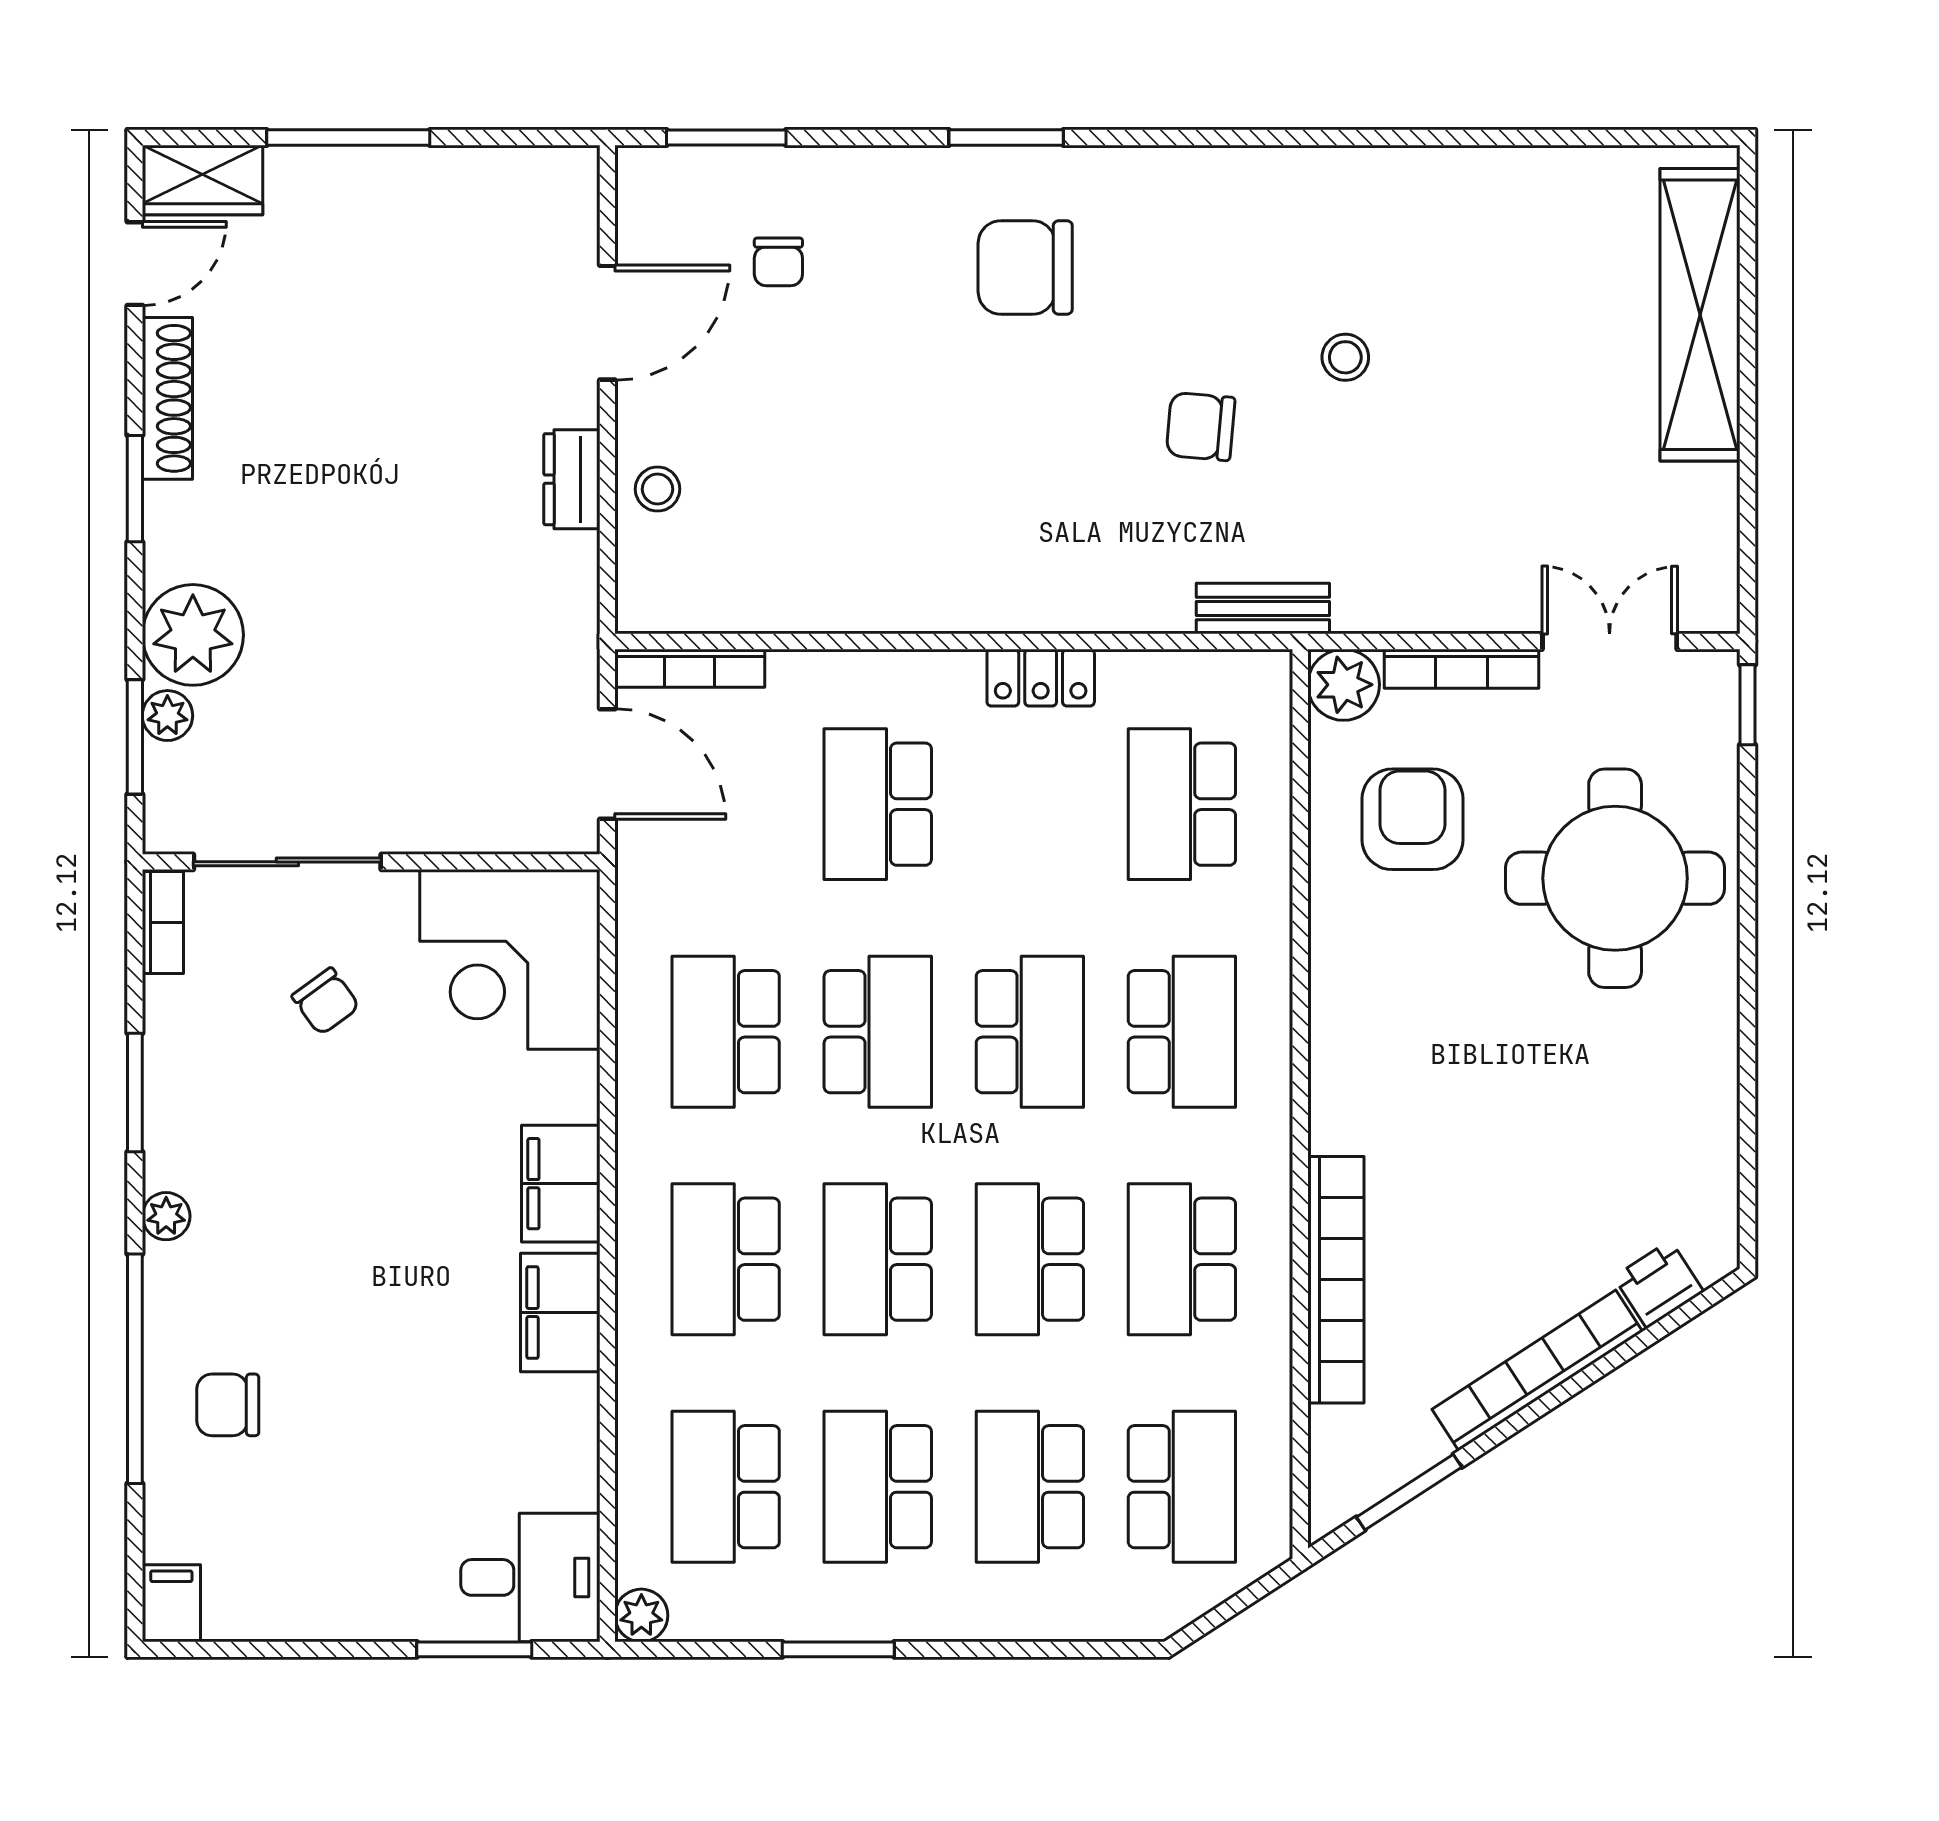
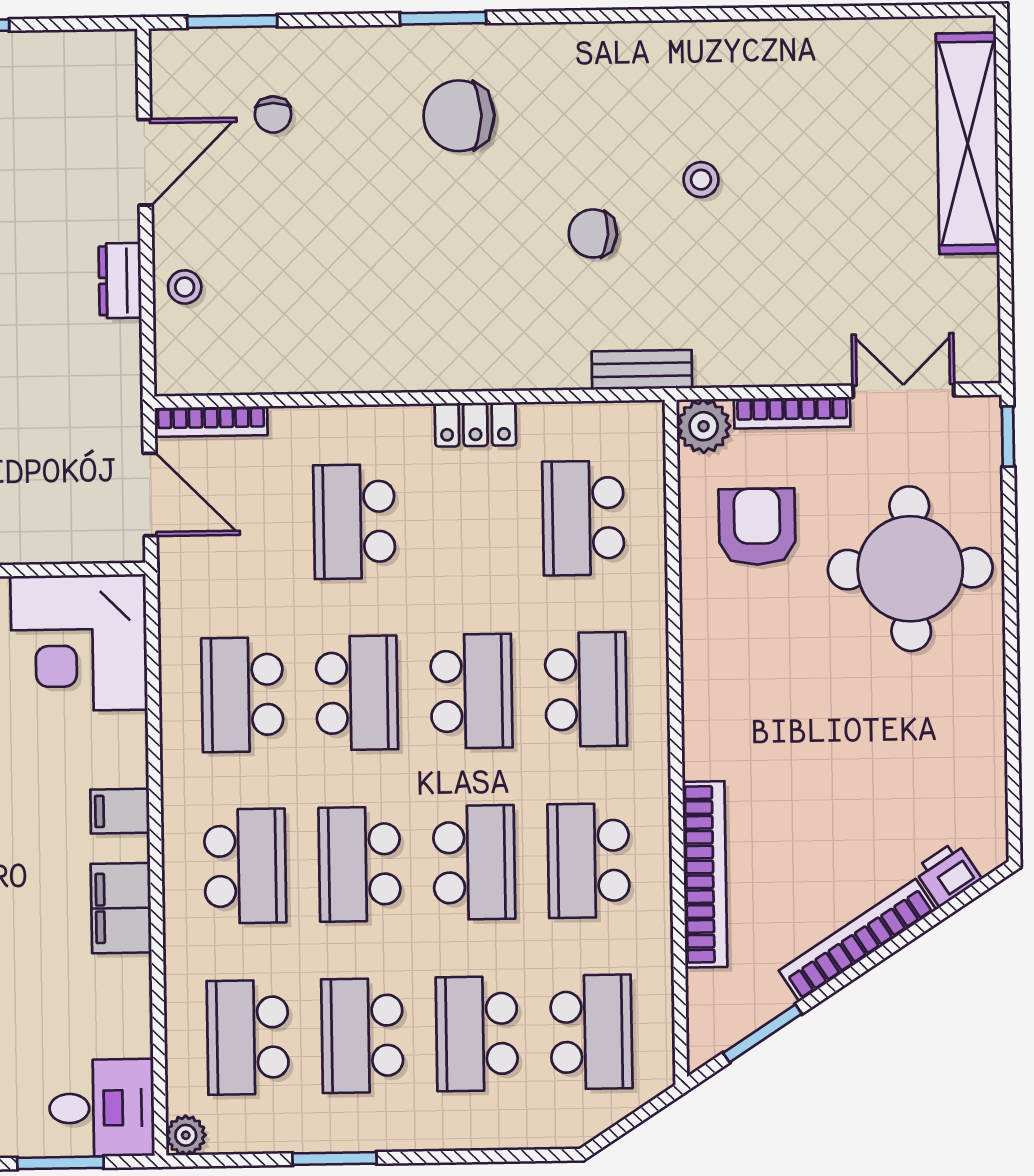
filing cabinet: (561, 1184) -> (120, 811), width x0.50
school desk: (726, 1259) -> (245, 866), turned 180
school desk: (1030, 1259) -> (474, 862), turned 180

